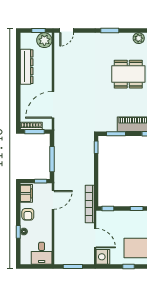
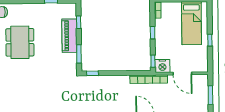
door: (95, 238) -> (182, 73), swing flipped
nightstand: (103, 257) -> (162, 66), moved

